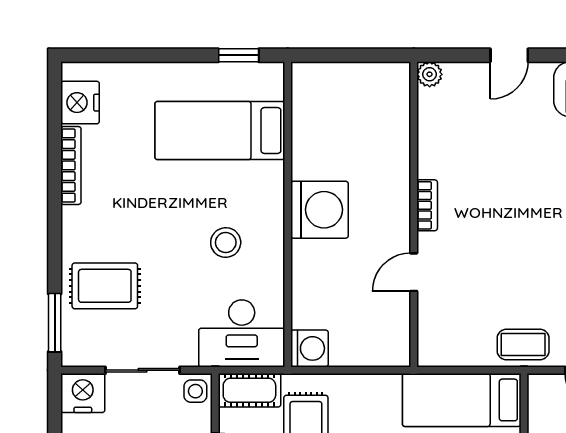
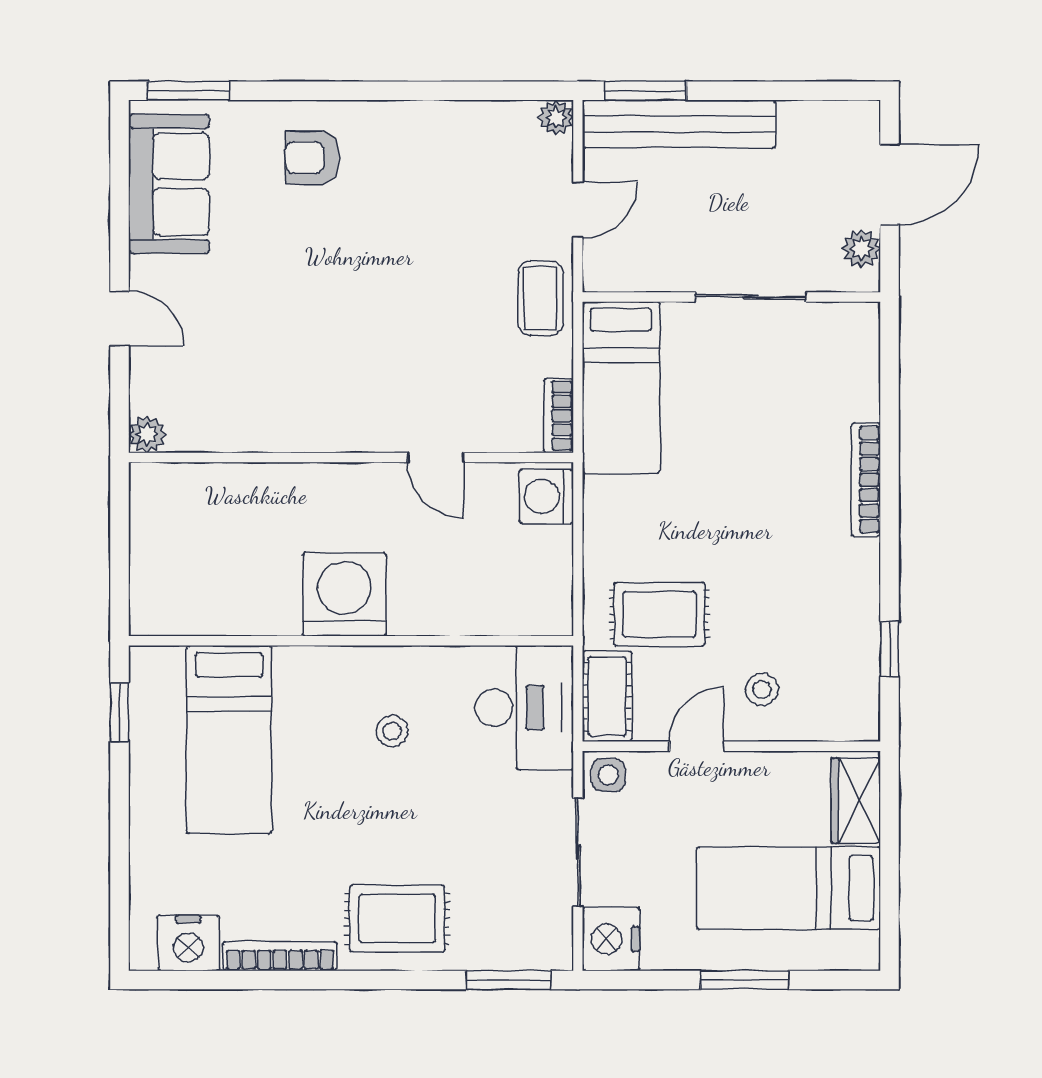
bookcase: (427, 205) -> (558, 416), moved, turned -90
stool: (226, 243) -> (392, 731), width x0.73, depth x0.73
rug: (105, 286) -> (397, 918), moved, turned 90
washing machine: (309, 348) -> (546, 496), moved, turned -90

